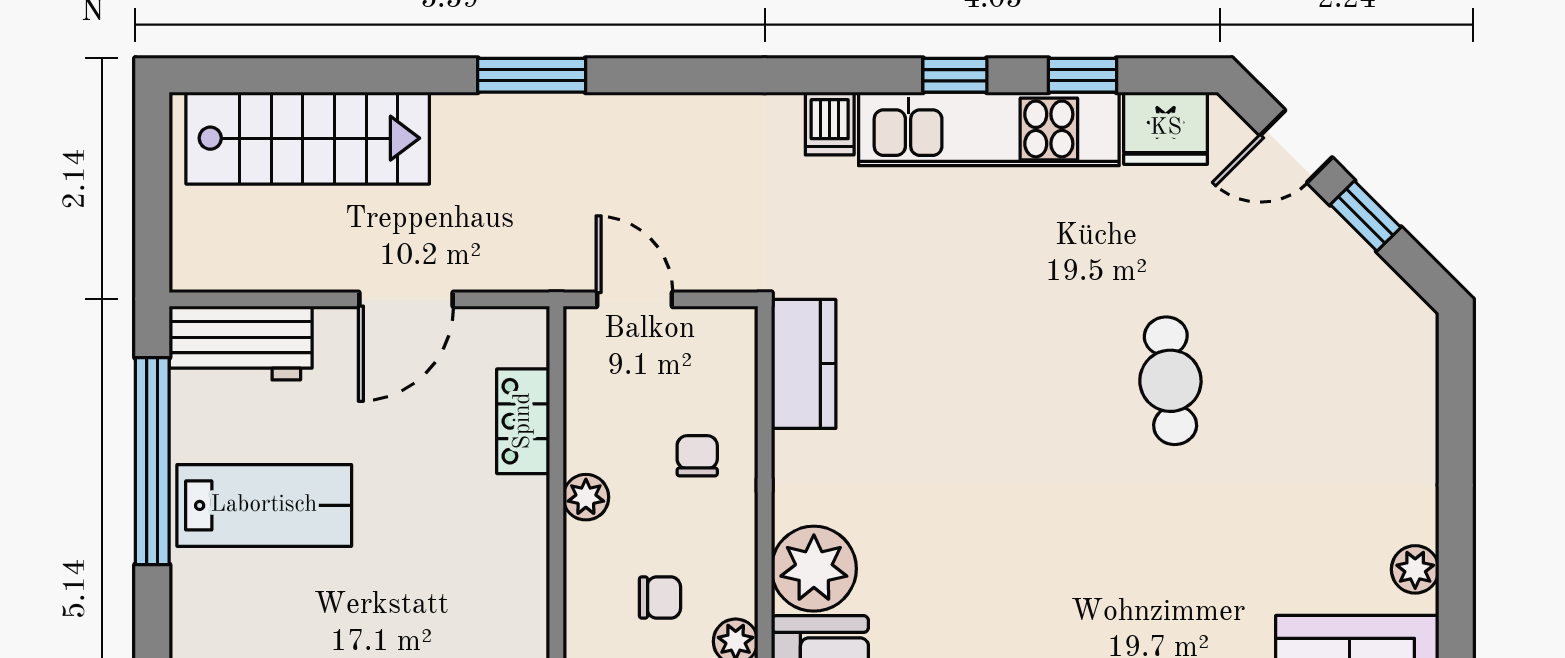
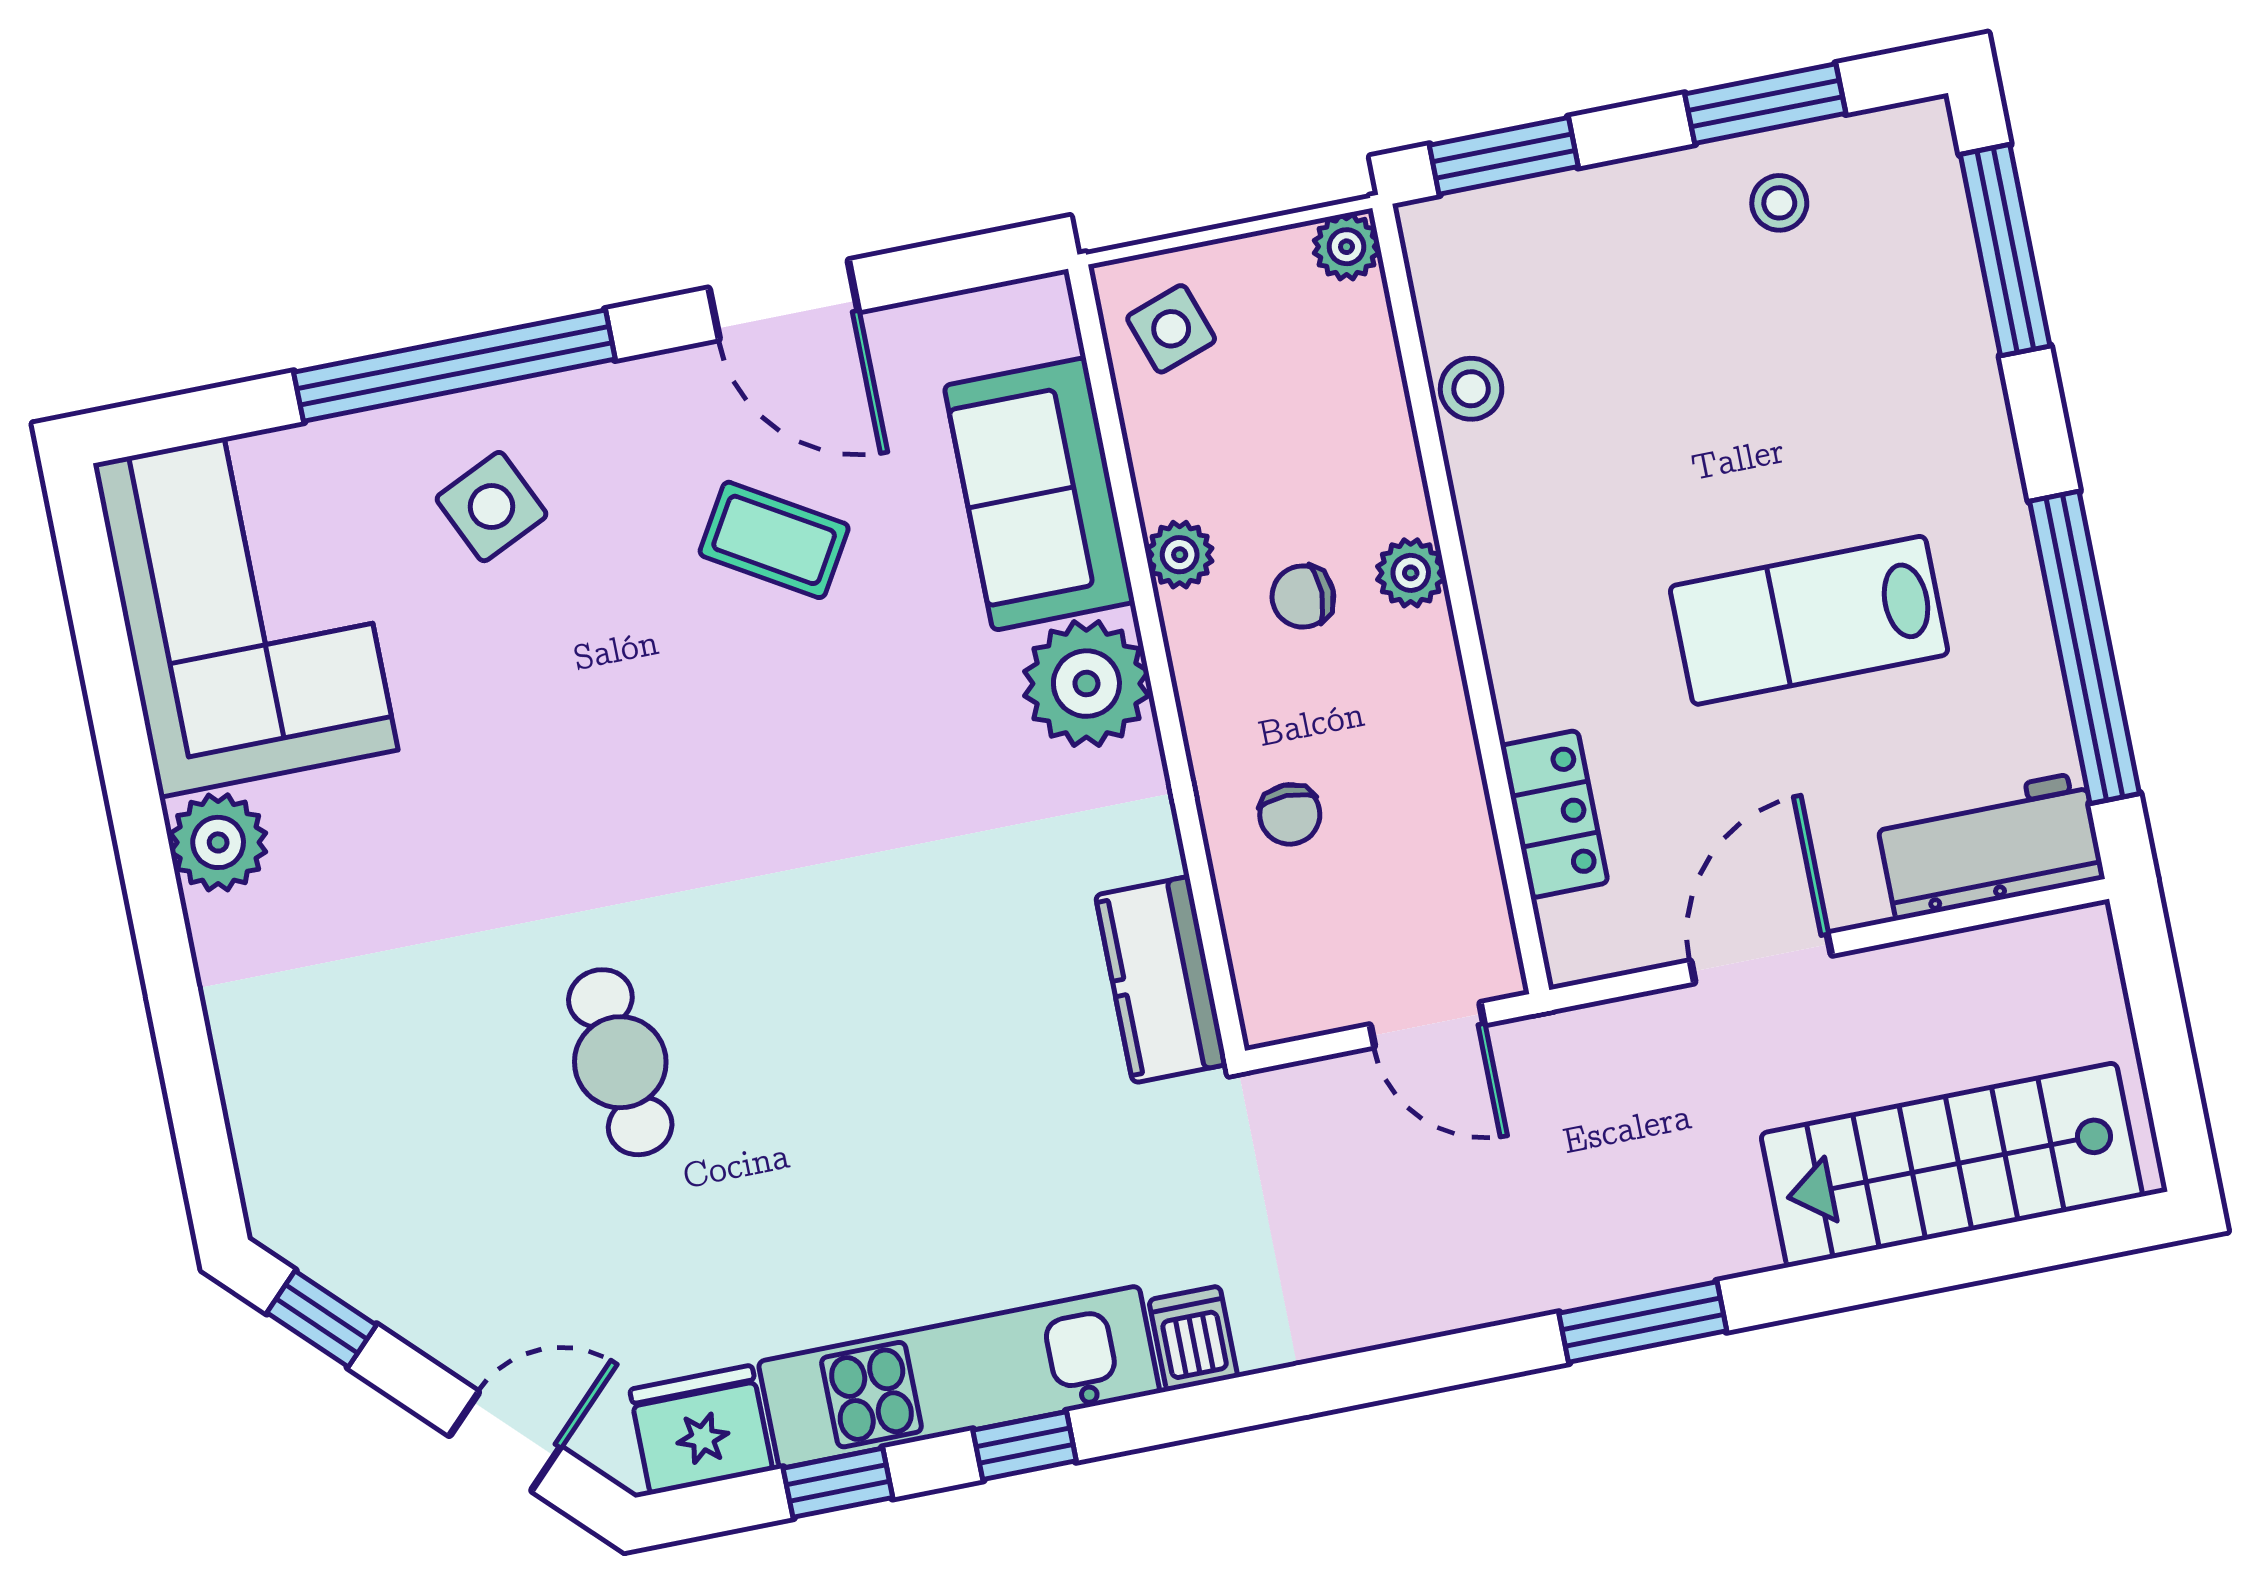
window: (1366, 216) -> (322, 1319), moved
plant: (586, 497) -> (1411, 573), moved
lab bench: (264, 505) -> (1809, 620), moved
plant: (1415, 569) -> (218, 842), width x1.38, depth x1.38

